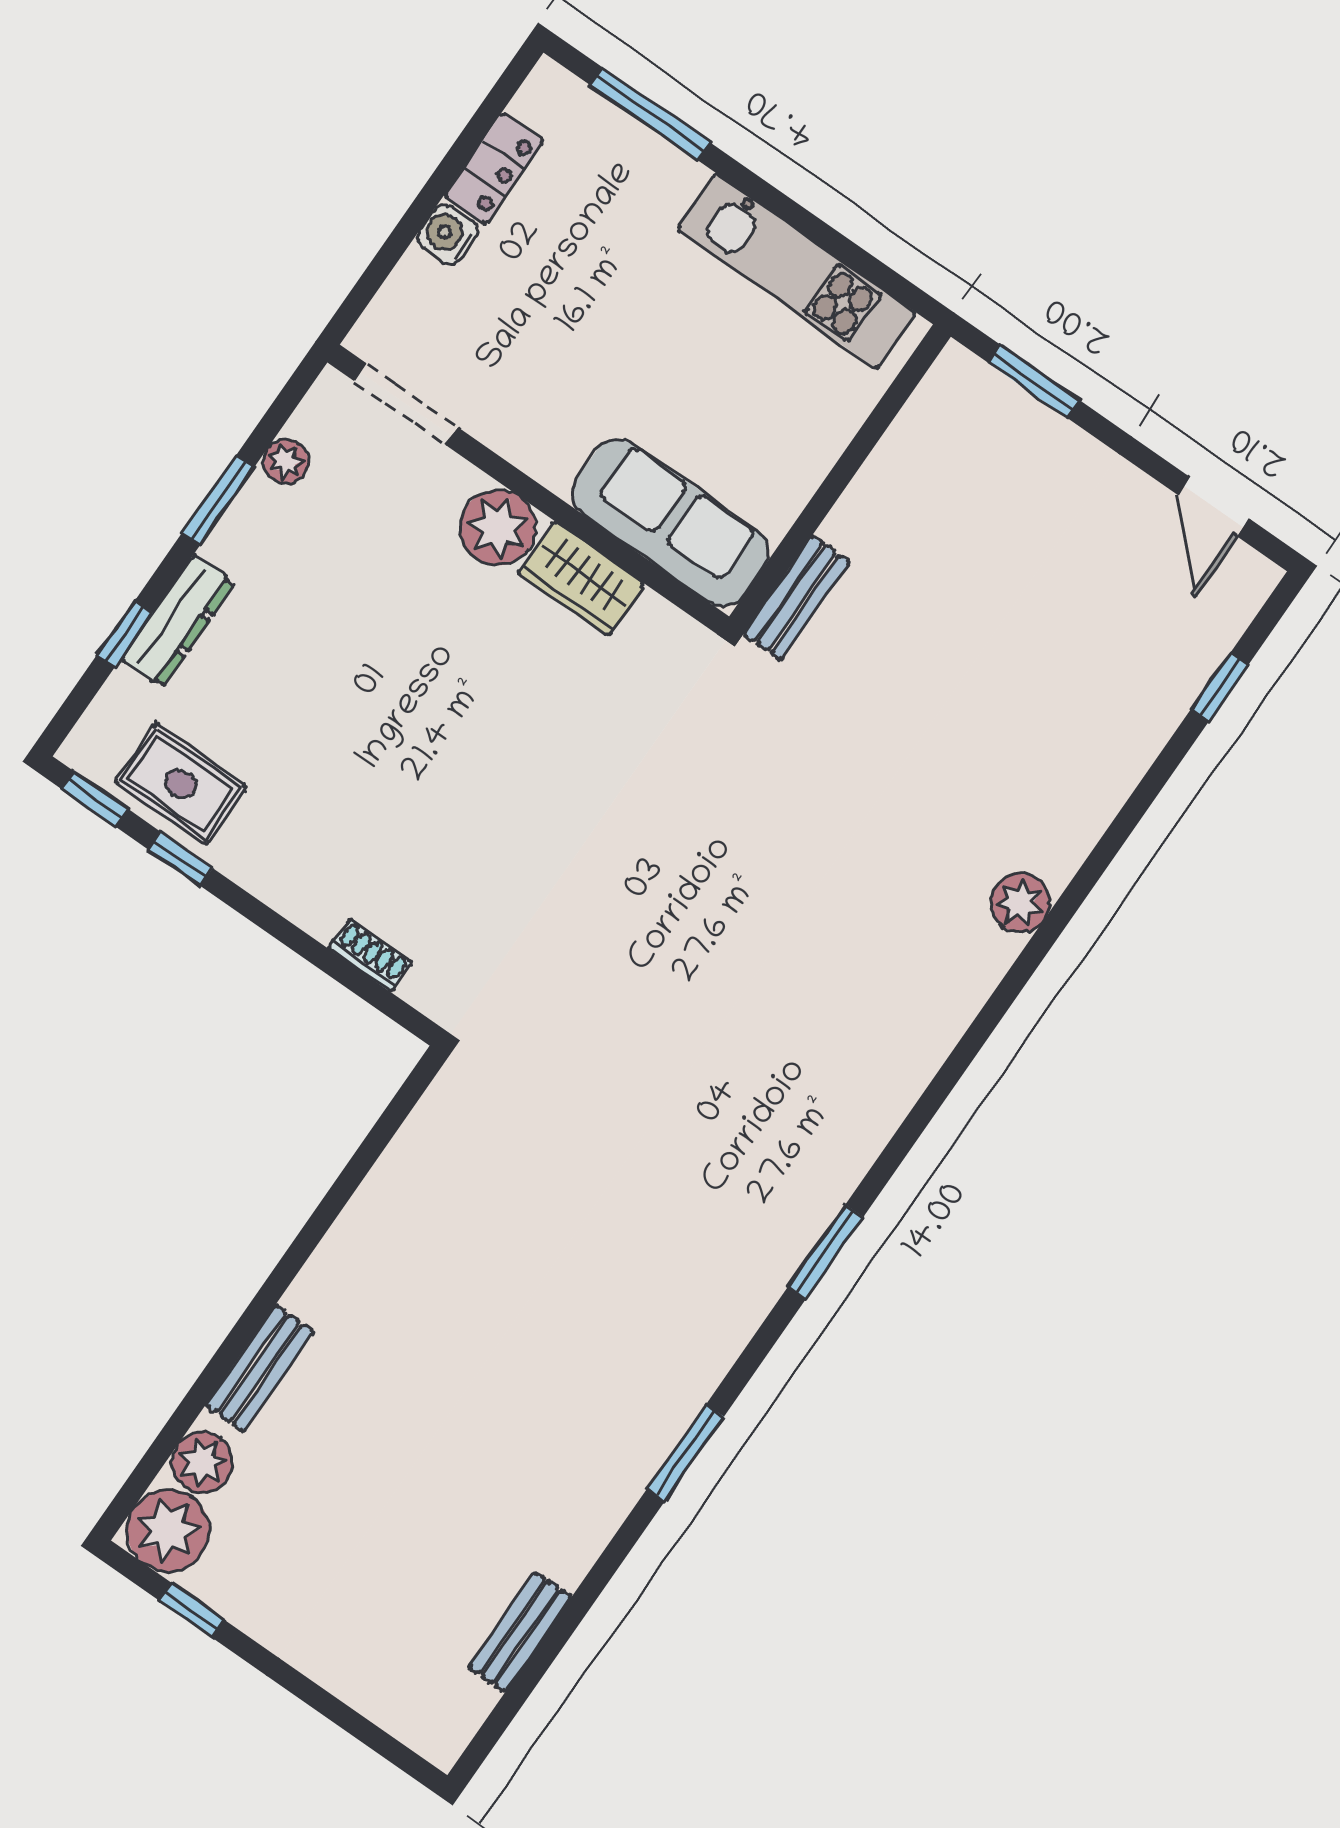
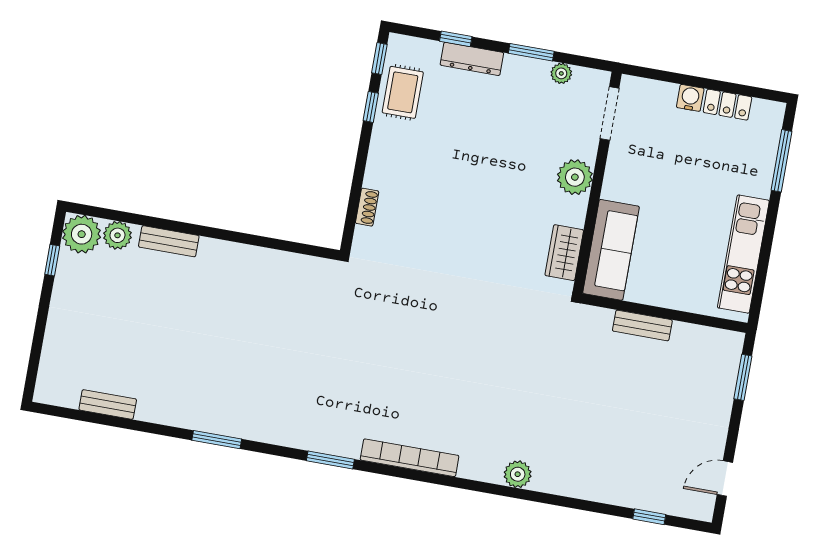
wardrobe: (581, 579) -> (564, 253), moved
bench: (797, 598) -> (642, 325), moved
bookcase: (892, 1097) -> (410, 458), added

